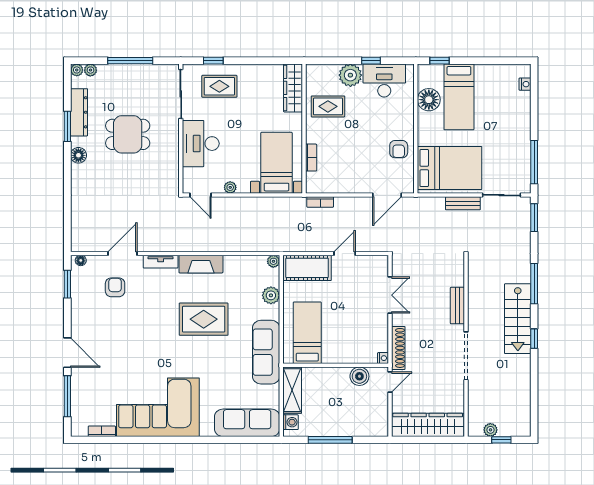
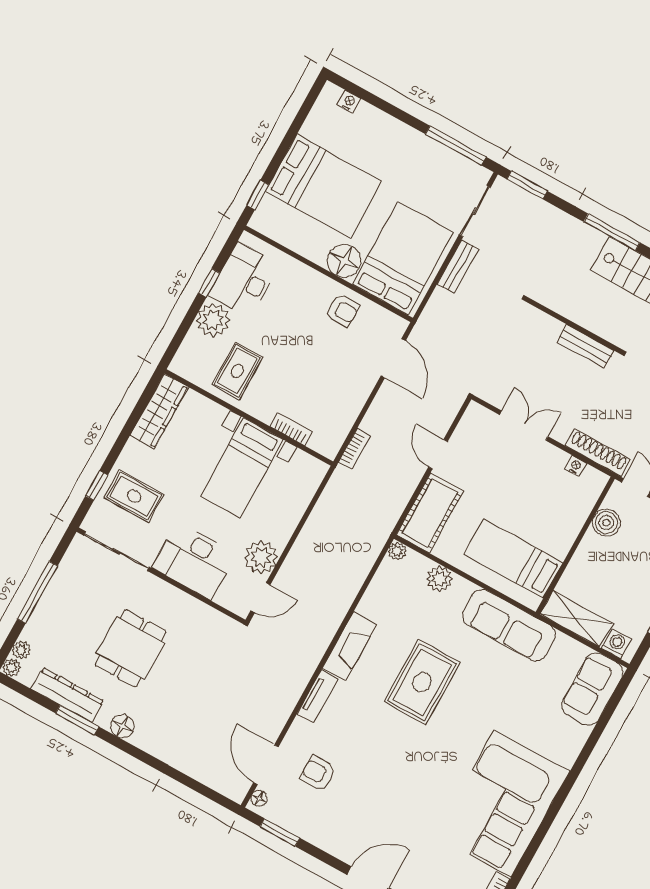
rug: (219, 86) -> (134, 496), turned 90
wardrobe: (293, 88) -> (159, 411), moved, turned -90
bed: (459, 97) -> (324, 186), width x1.50
floor lamp: (429, 100) -> (344, 261), moved
bed with nightstands: (277, 163) -> (242, 468), moved, turned -90
plant: (230, 187) -> (261, 557), width x1.88, depth x1.88
door: (122, 253) -> (266, 765), moved
nightstand: (383, 358) -> (576, 466), moved
sofa: (247, 423) -> (592, 689), width x0.73

